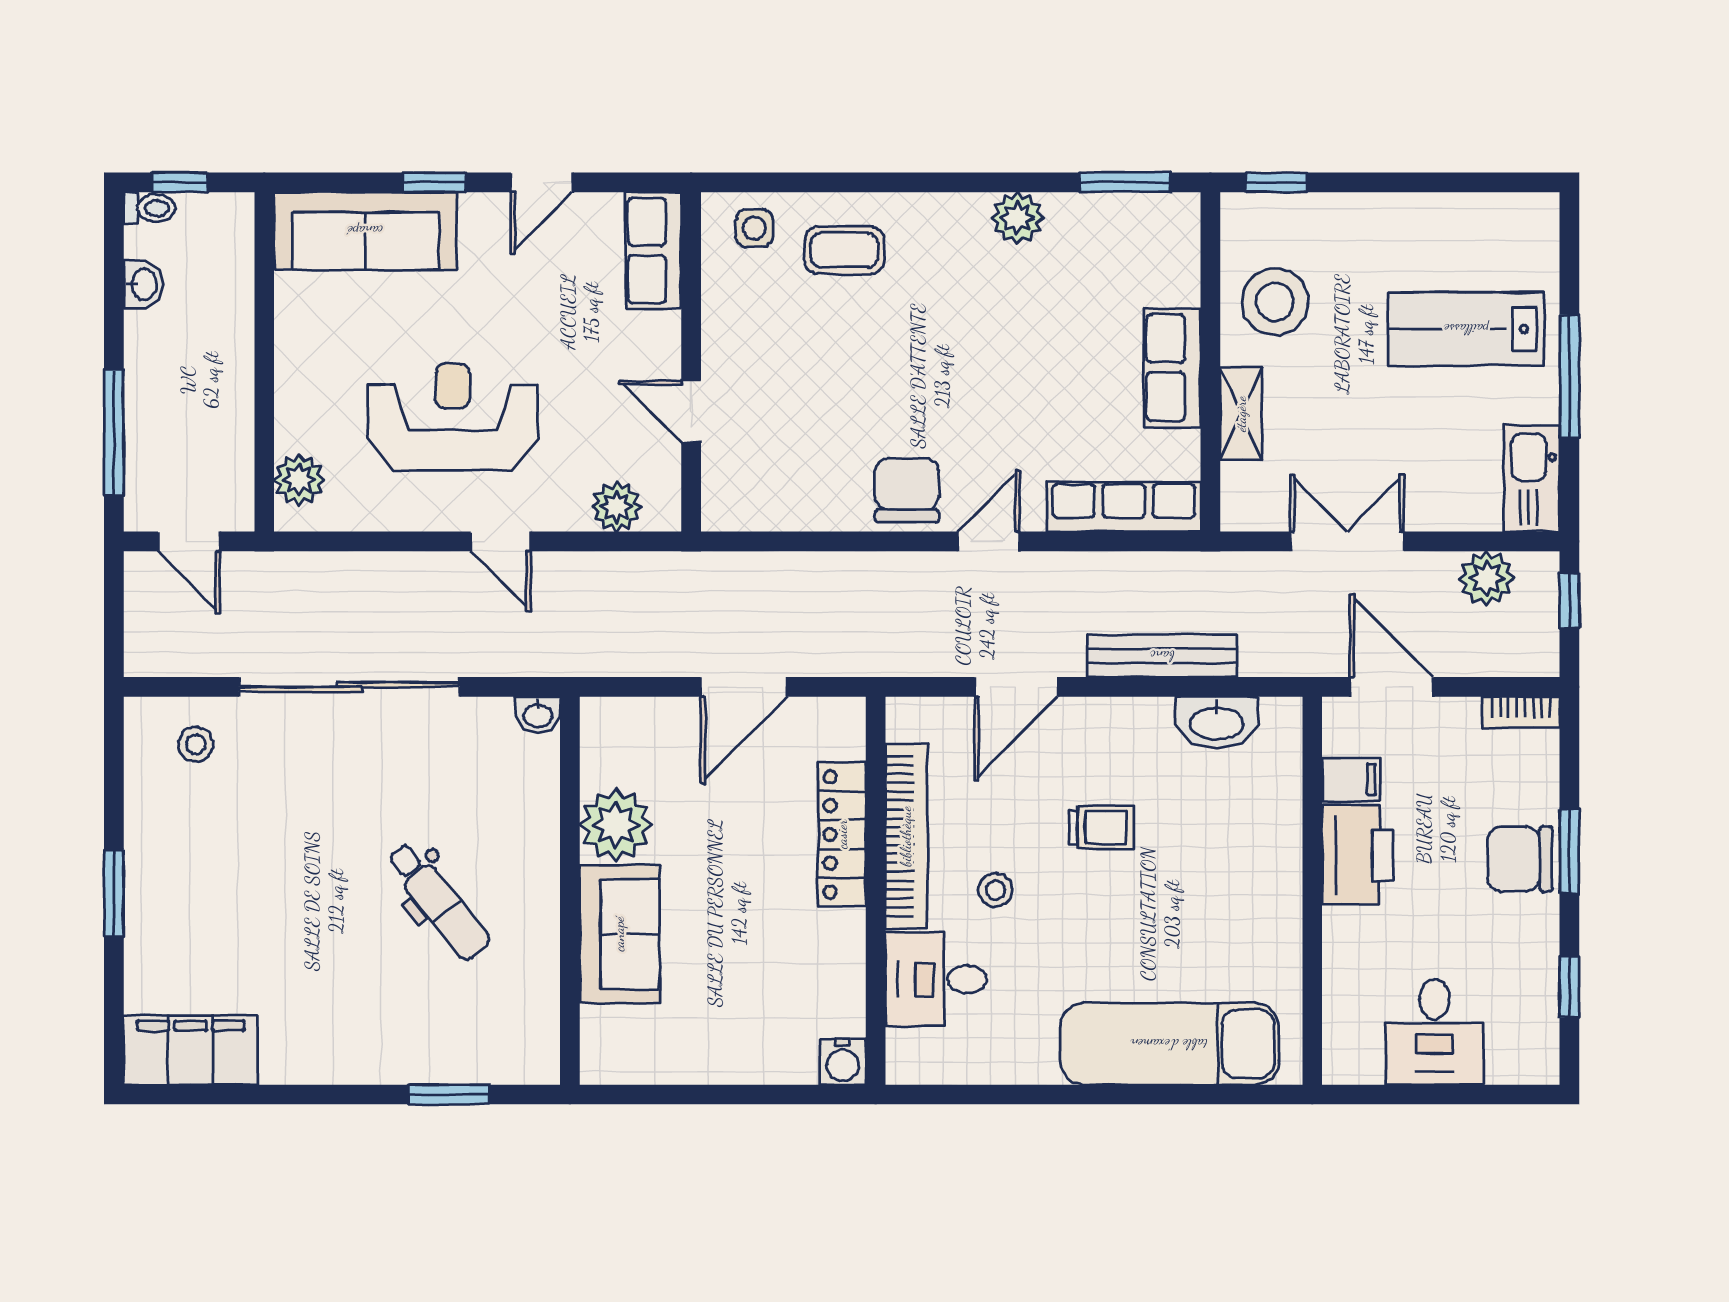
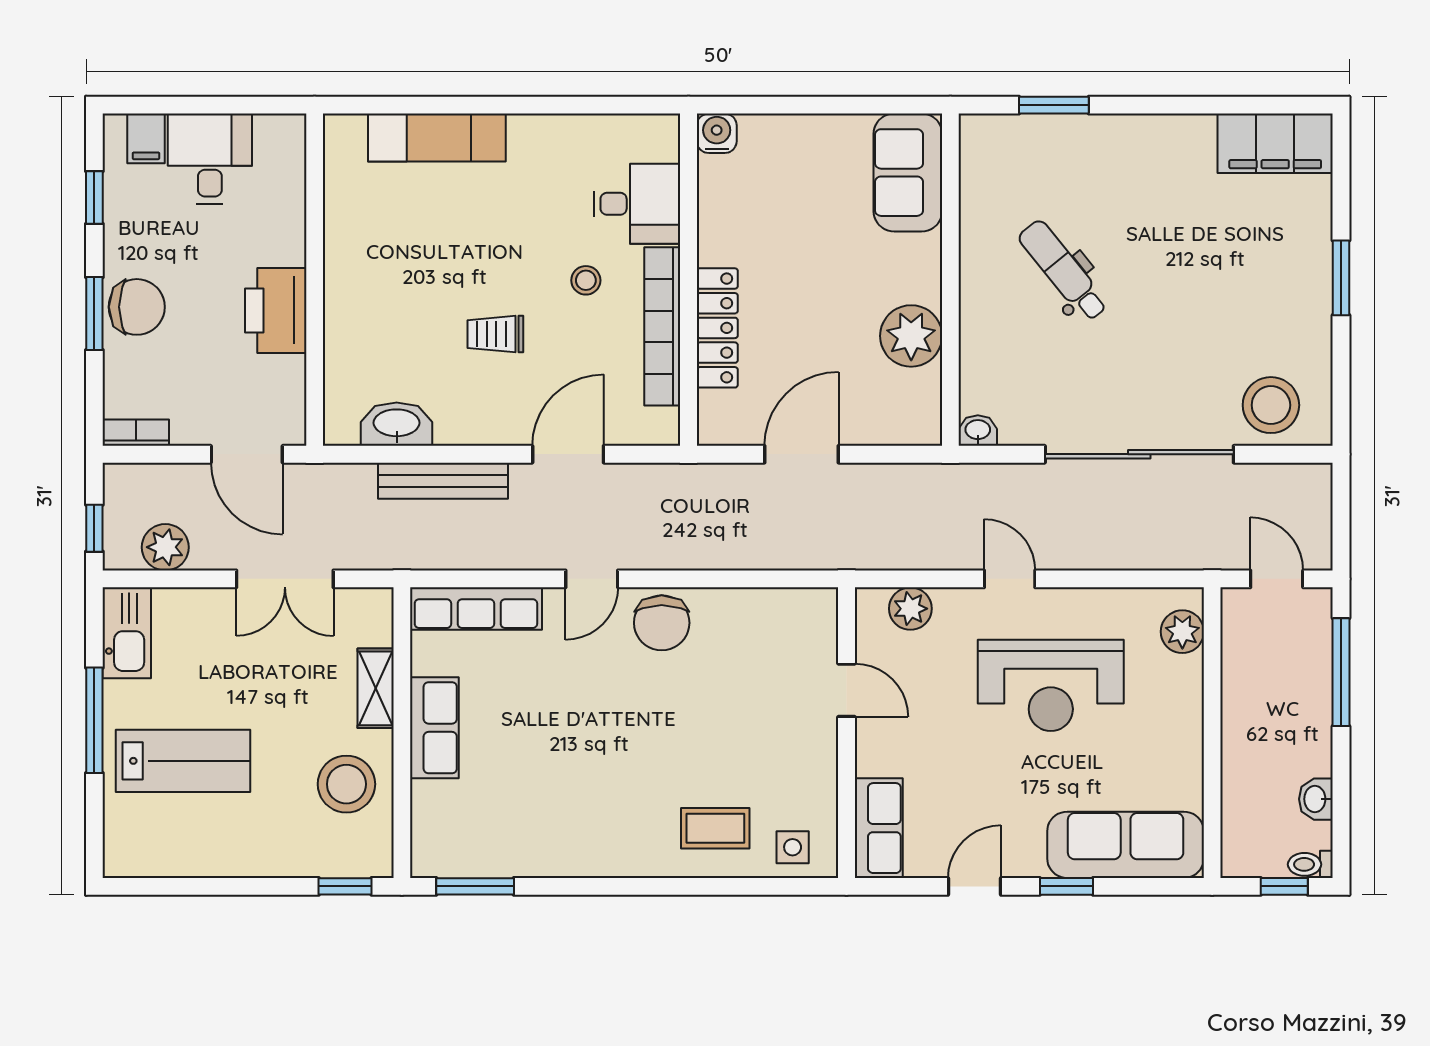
plant: (1017, 218) -> (567, 856), removed
stool: (196, 744) -> (1271, 405), width x1.89, depth x1.89
filing cabinet: (1351, 779) -> (146, 138), moved, turned -90
sofa: (619, 934) -> (908, 173), moved
exam couch: (1169, 1044) -> (437, 138), width x0.73, depth x0.69

